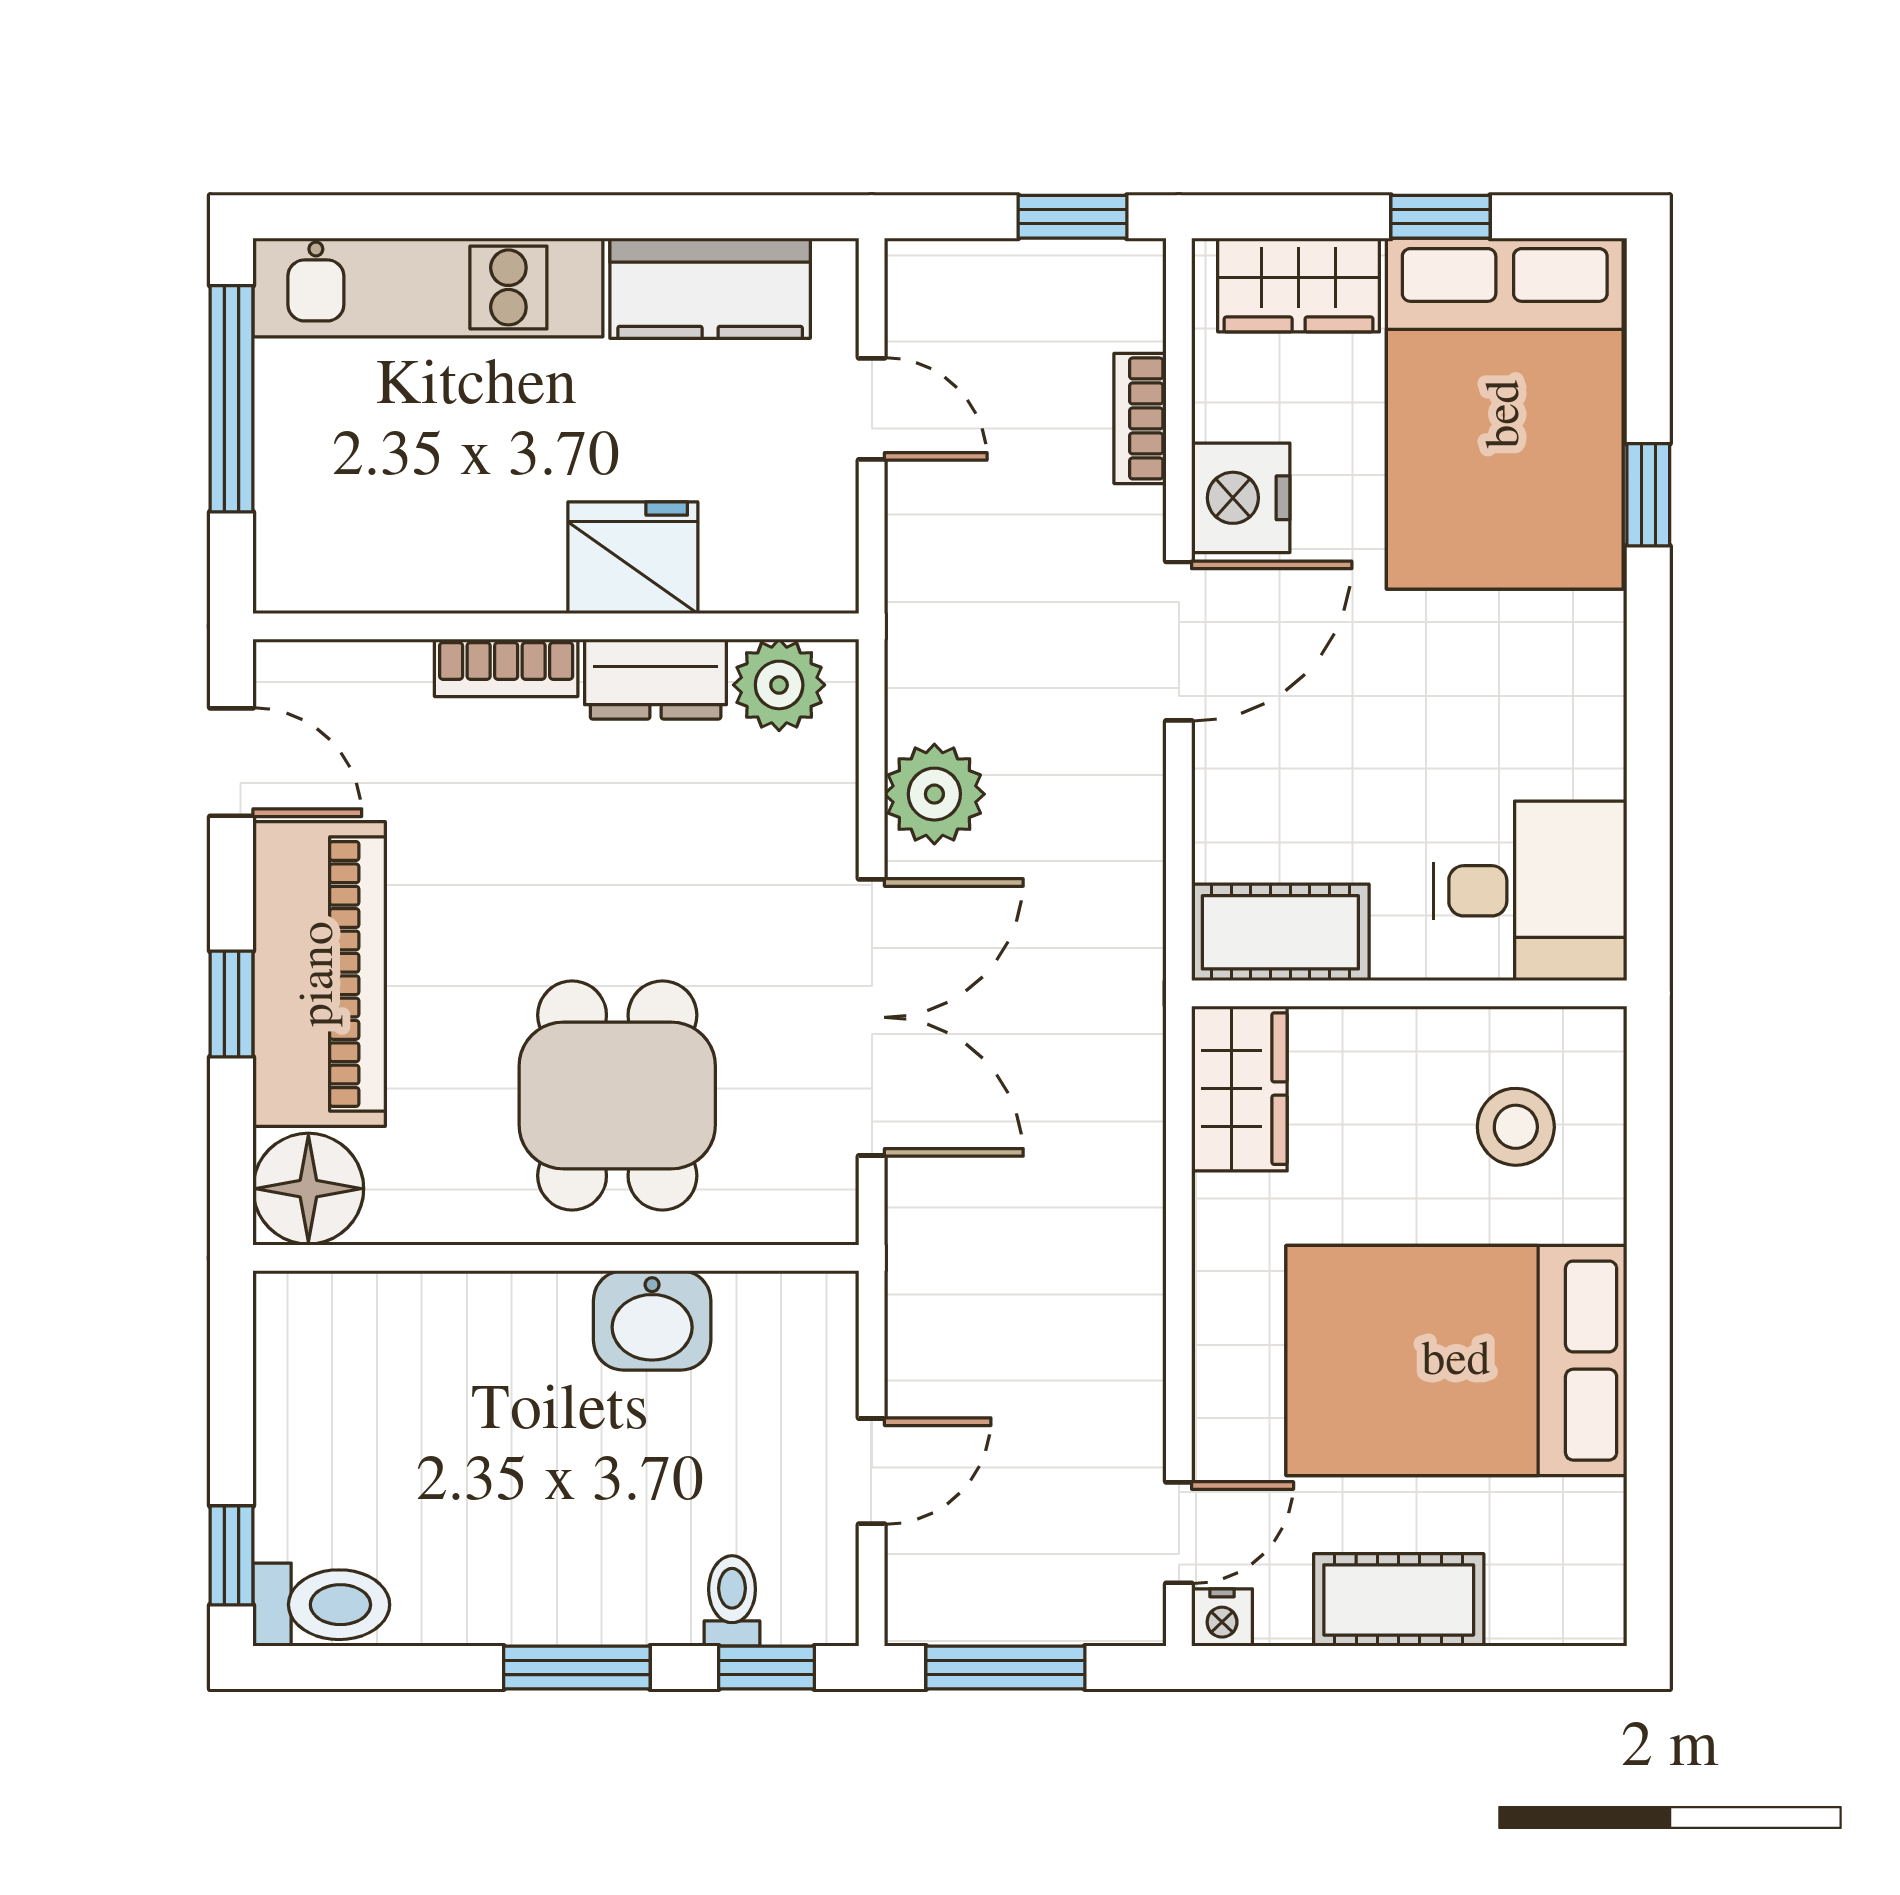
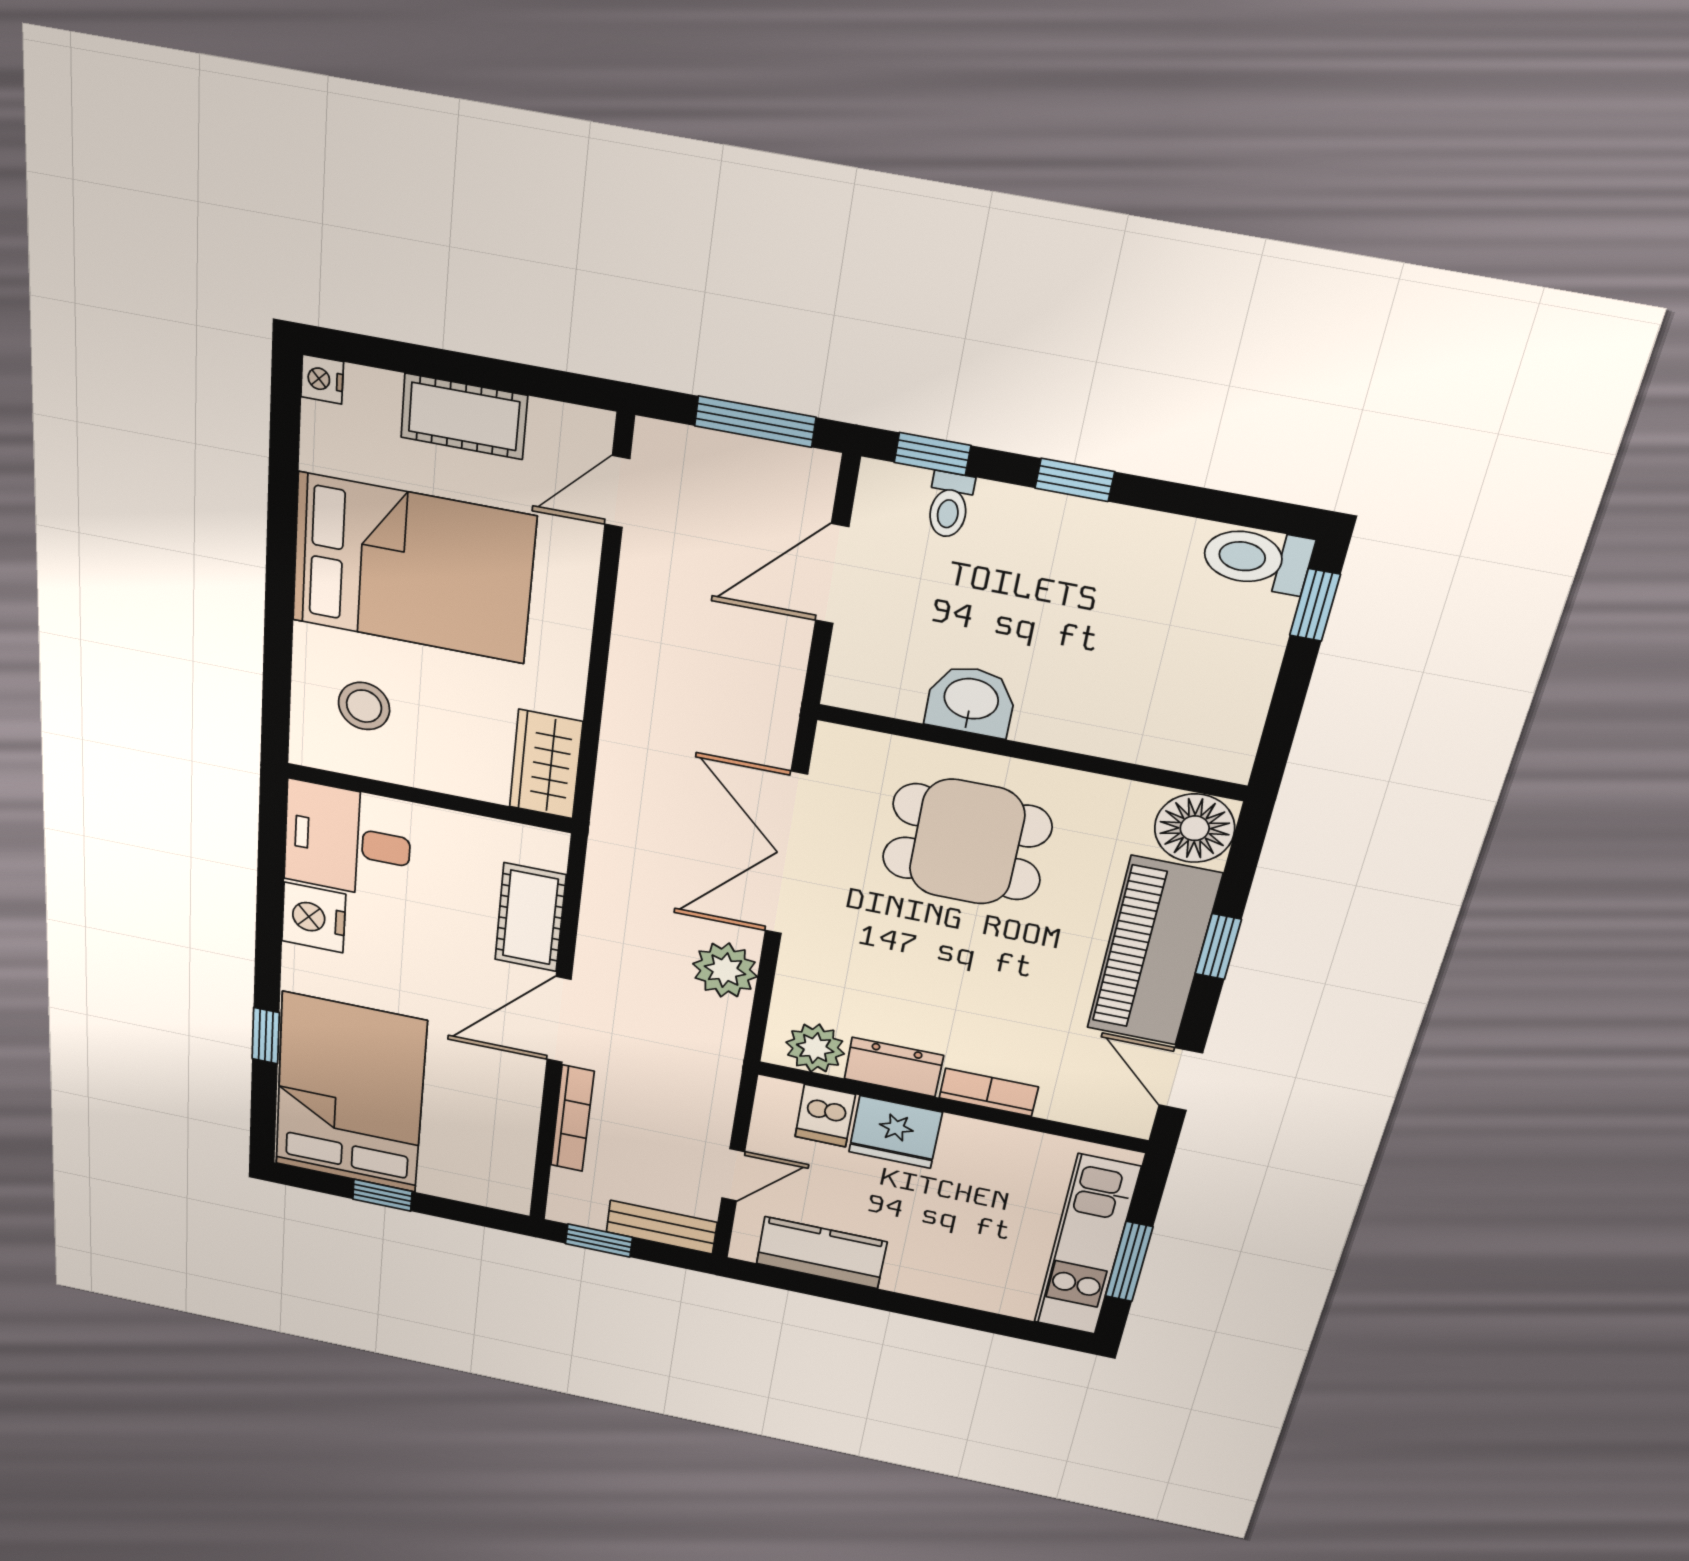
bench: (973, 272) -> (662, 1227), added
wardrobe: (1299, 285) -> (468, 1181), removed
kitchen unit: (428, 287) -> (1087, 1246), moved, turned -90
window: (232, 399) -> (1129, 1262), width x0.69
door: (872, 409) -> (733, 1175), swing flipped
bookcase: (1140, 418) -> (572, 1119), width x1.56
nightstand: (1241, 498) -> (314, 918), moved, turned 180
dishwasher: (745, 562) -> (825, 1116), added
cot: (1280, 932) -> (530, 918), moved, turned 90
dining table: (617, 1095) -> (967, 842), turned 90
door: (872, 1471) -> (832, 574), width x1.38
nightstand: (1222, 1617) -> (322, 379), moved, turned -90
window: (577, 1668) -> (1075, 480), width x0.67

